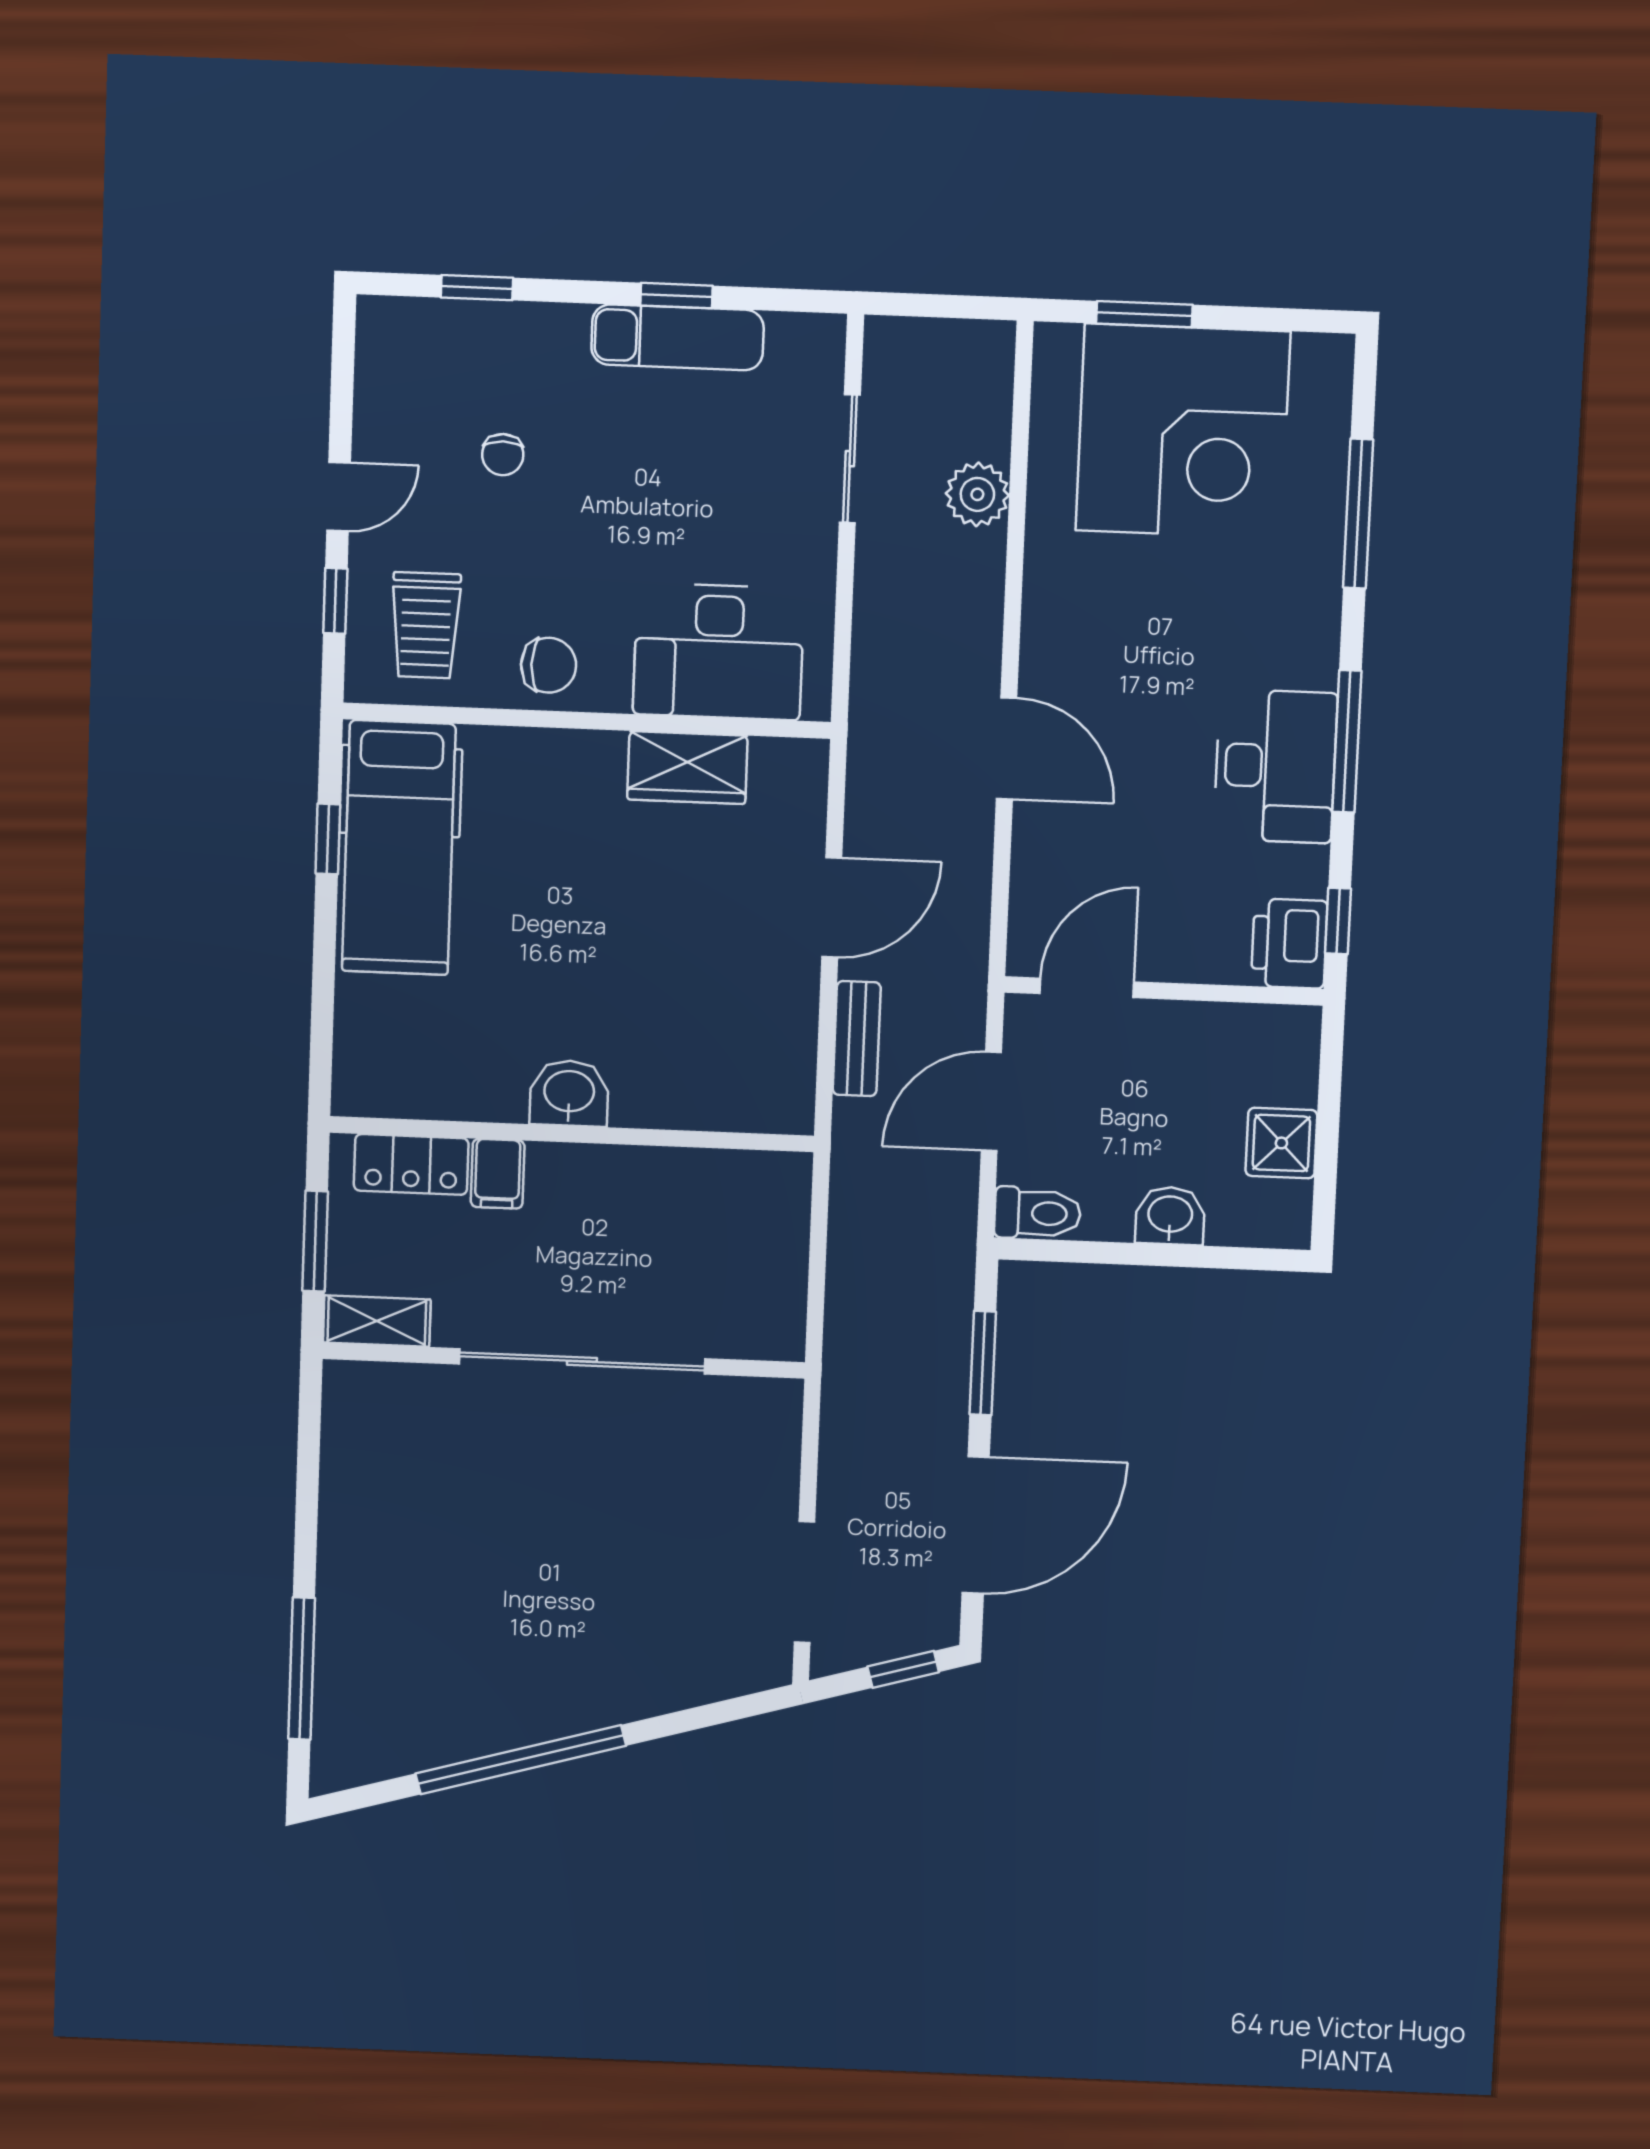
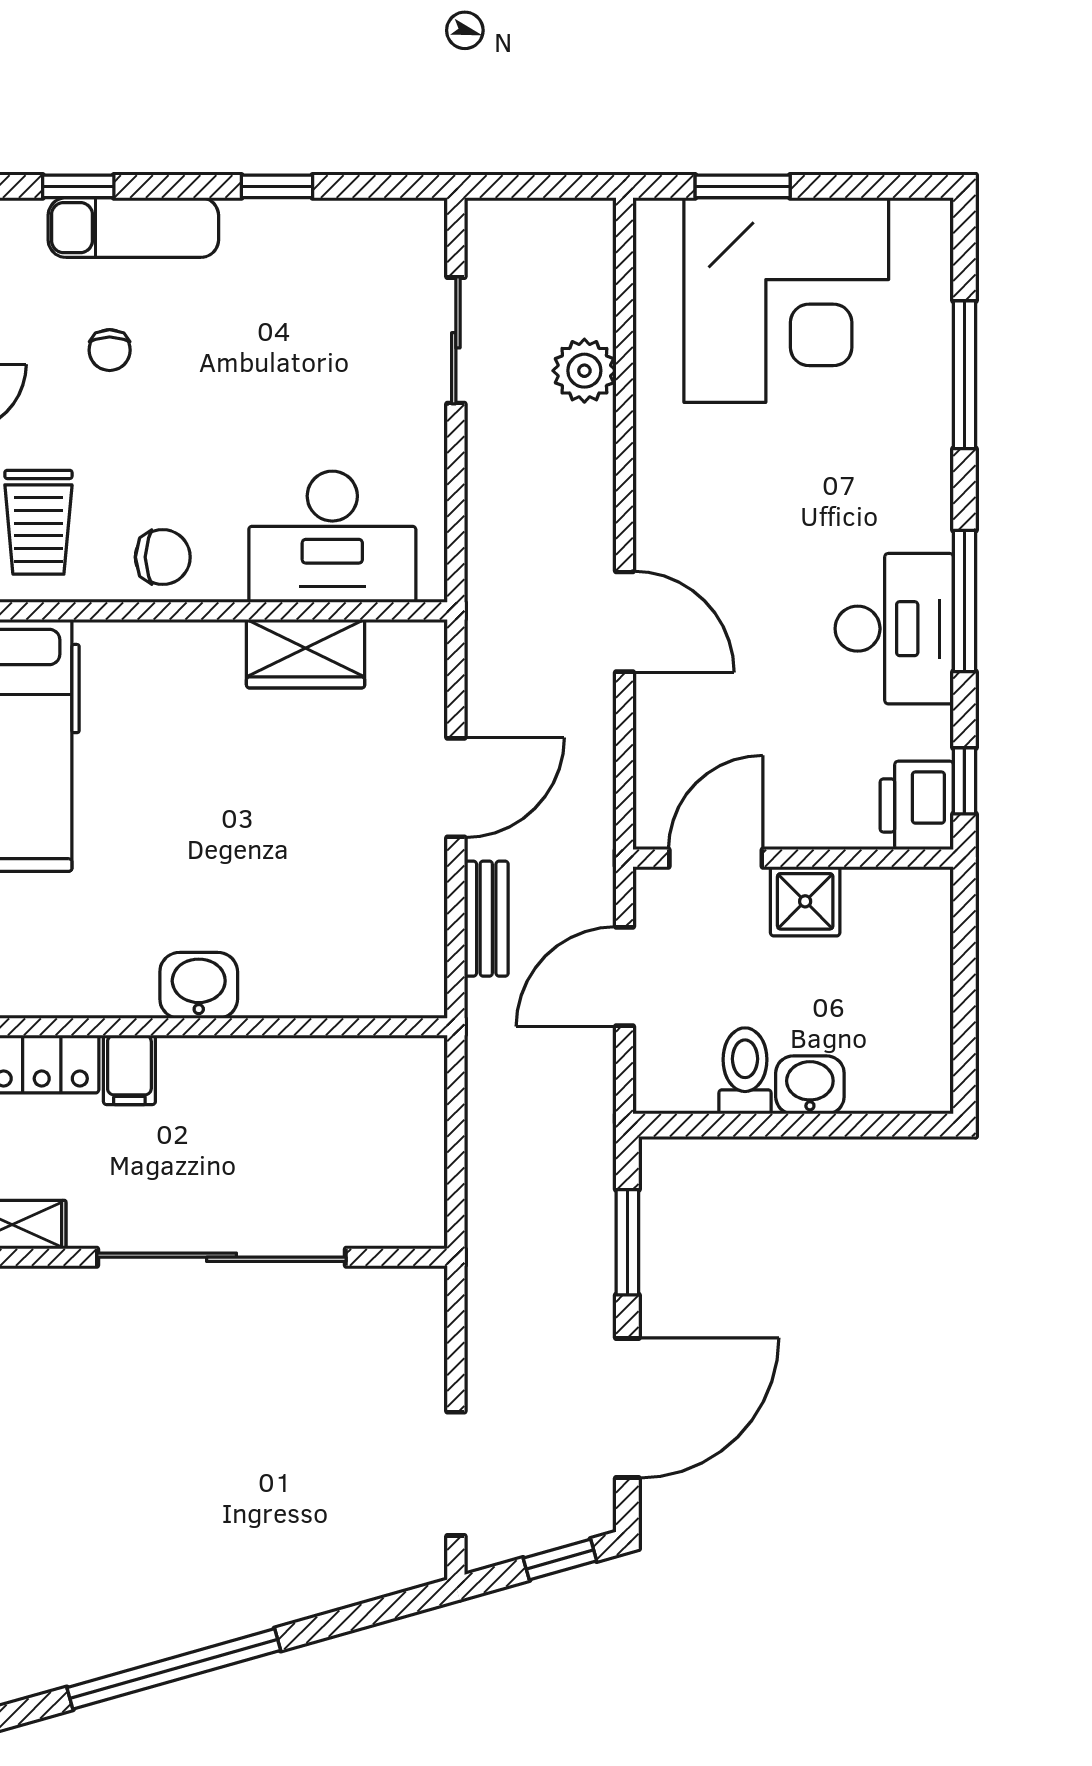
exam couch: (678, 337) -> (133, 228), moved
shower: (1281, 1143) -> (805, 901), moved
toilet: (1037, 1213) -> (745, 1071), moved, turned -90

